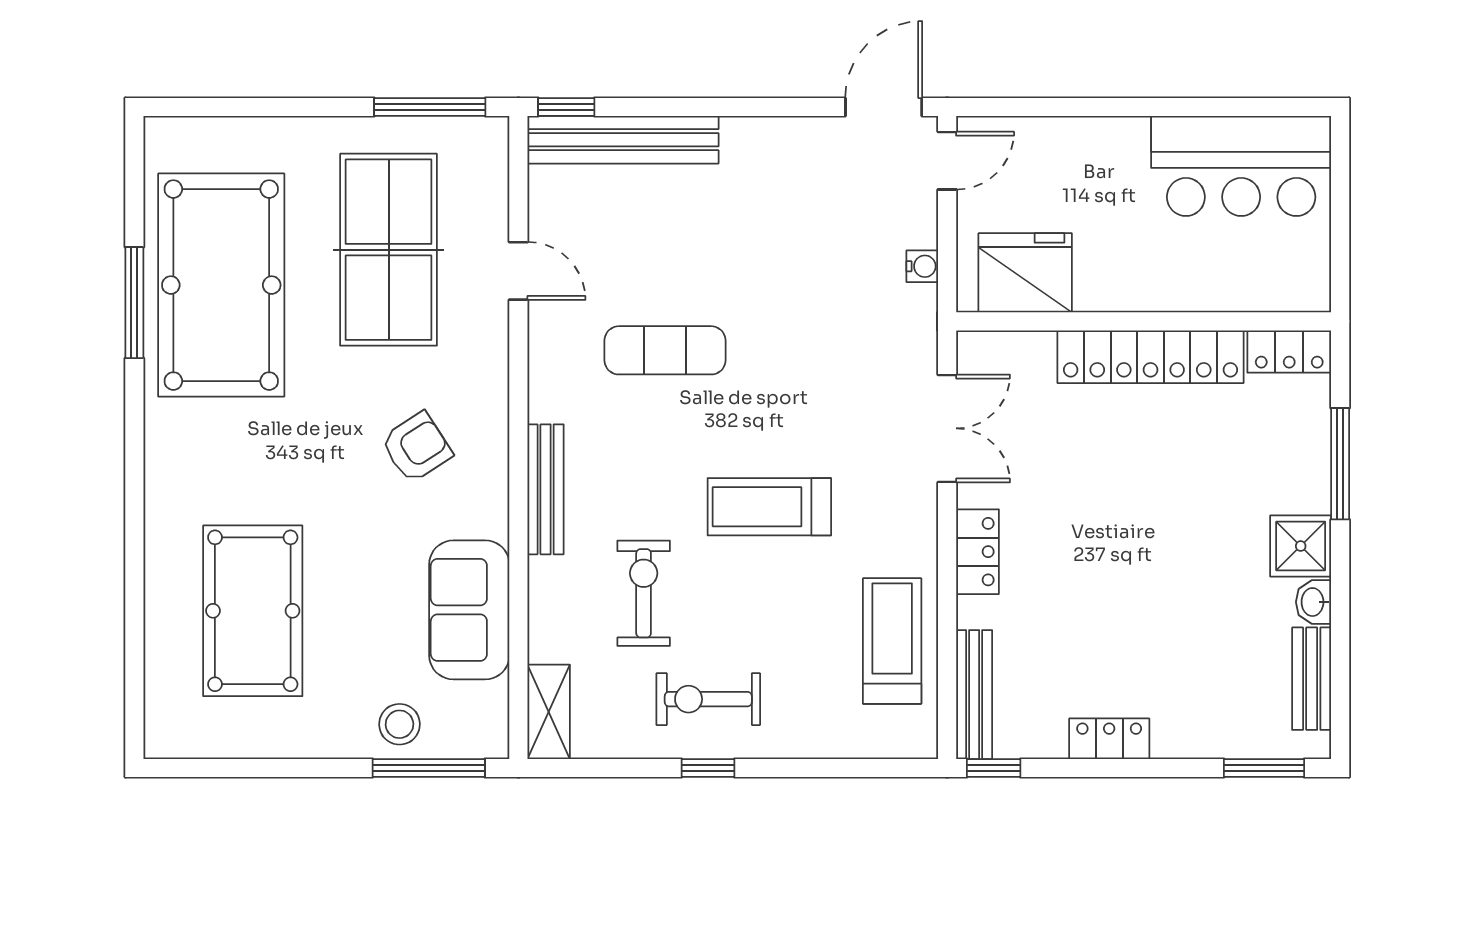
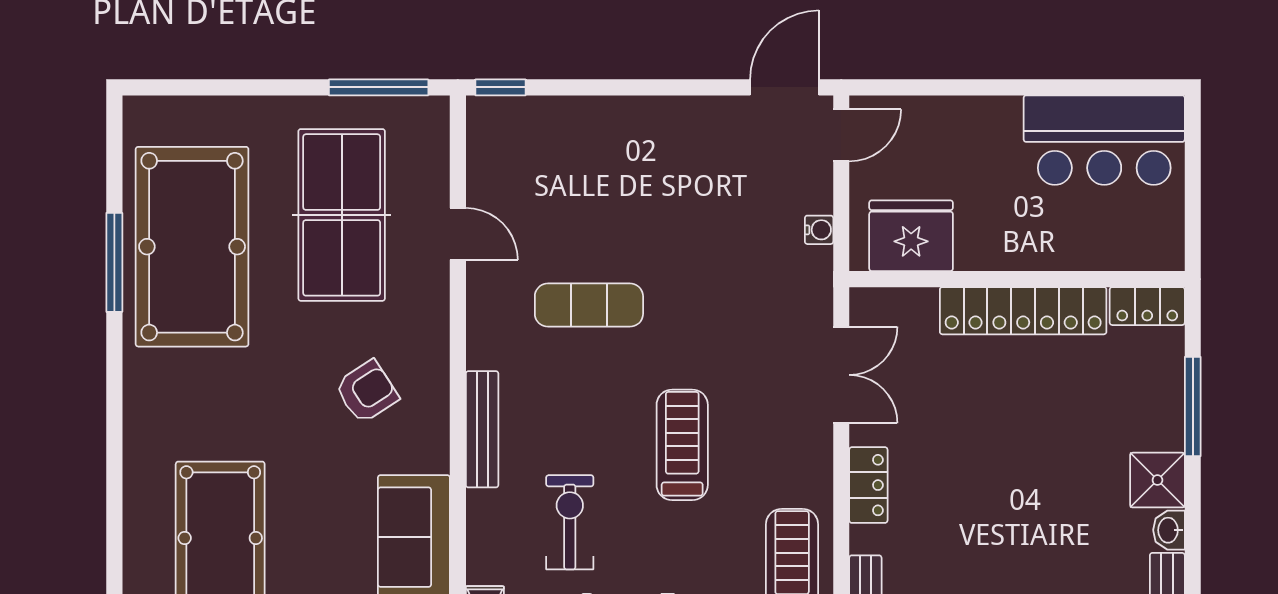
bench: (623, 140) -> (551, 117), removed
treadmill: (769, 507) -> (682, 445), turned 90

